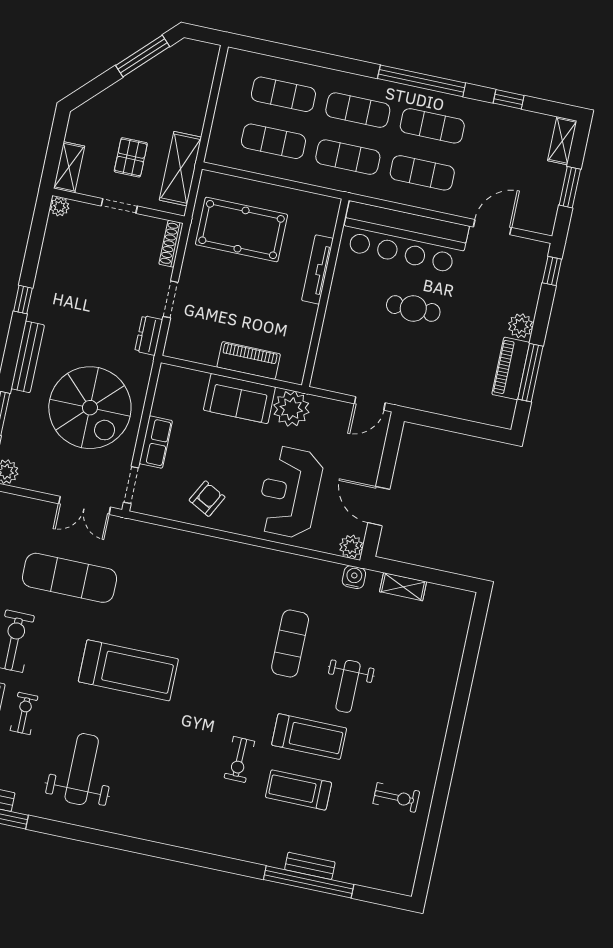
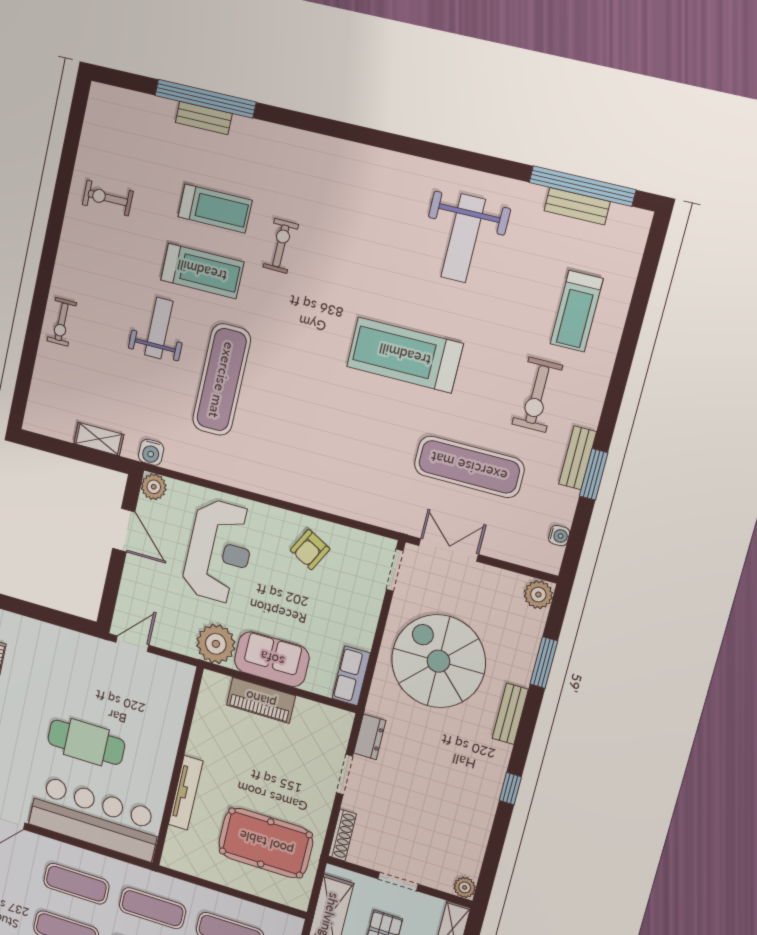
cafe table: (413, 308) -> (86, 742), width x1.37, depth x1.35
bench: (28, 357) -> (510, 714), width x0.73
row of seats: (156, 442) -> (351, 676), moved
exercise mat: (290, 644) -> (222, 380), width x1.36, depth x1.45
exercise bike: (24, 713) -> (62, 322), moved
treadmill: (309, 737) -> (202, 271), turned 180

